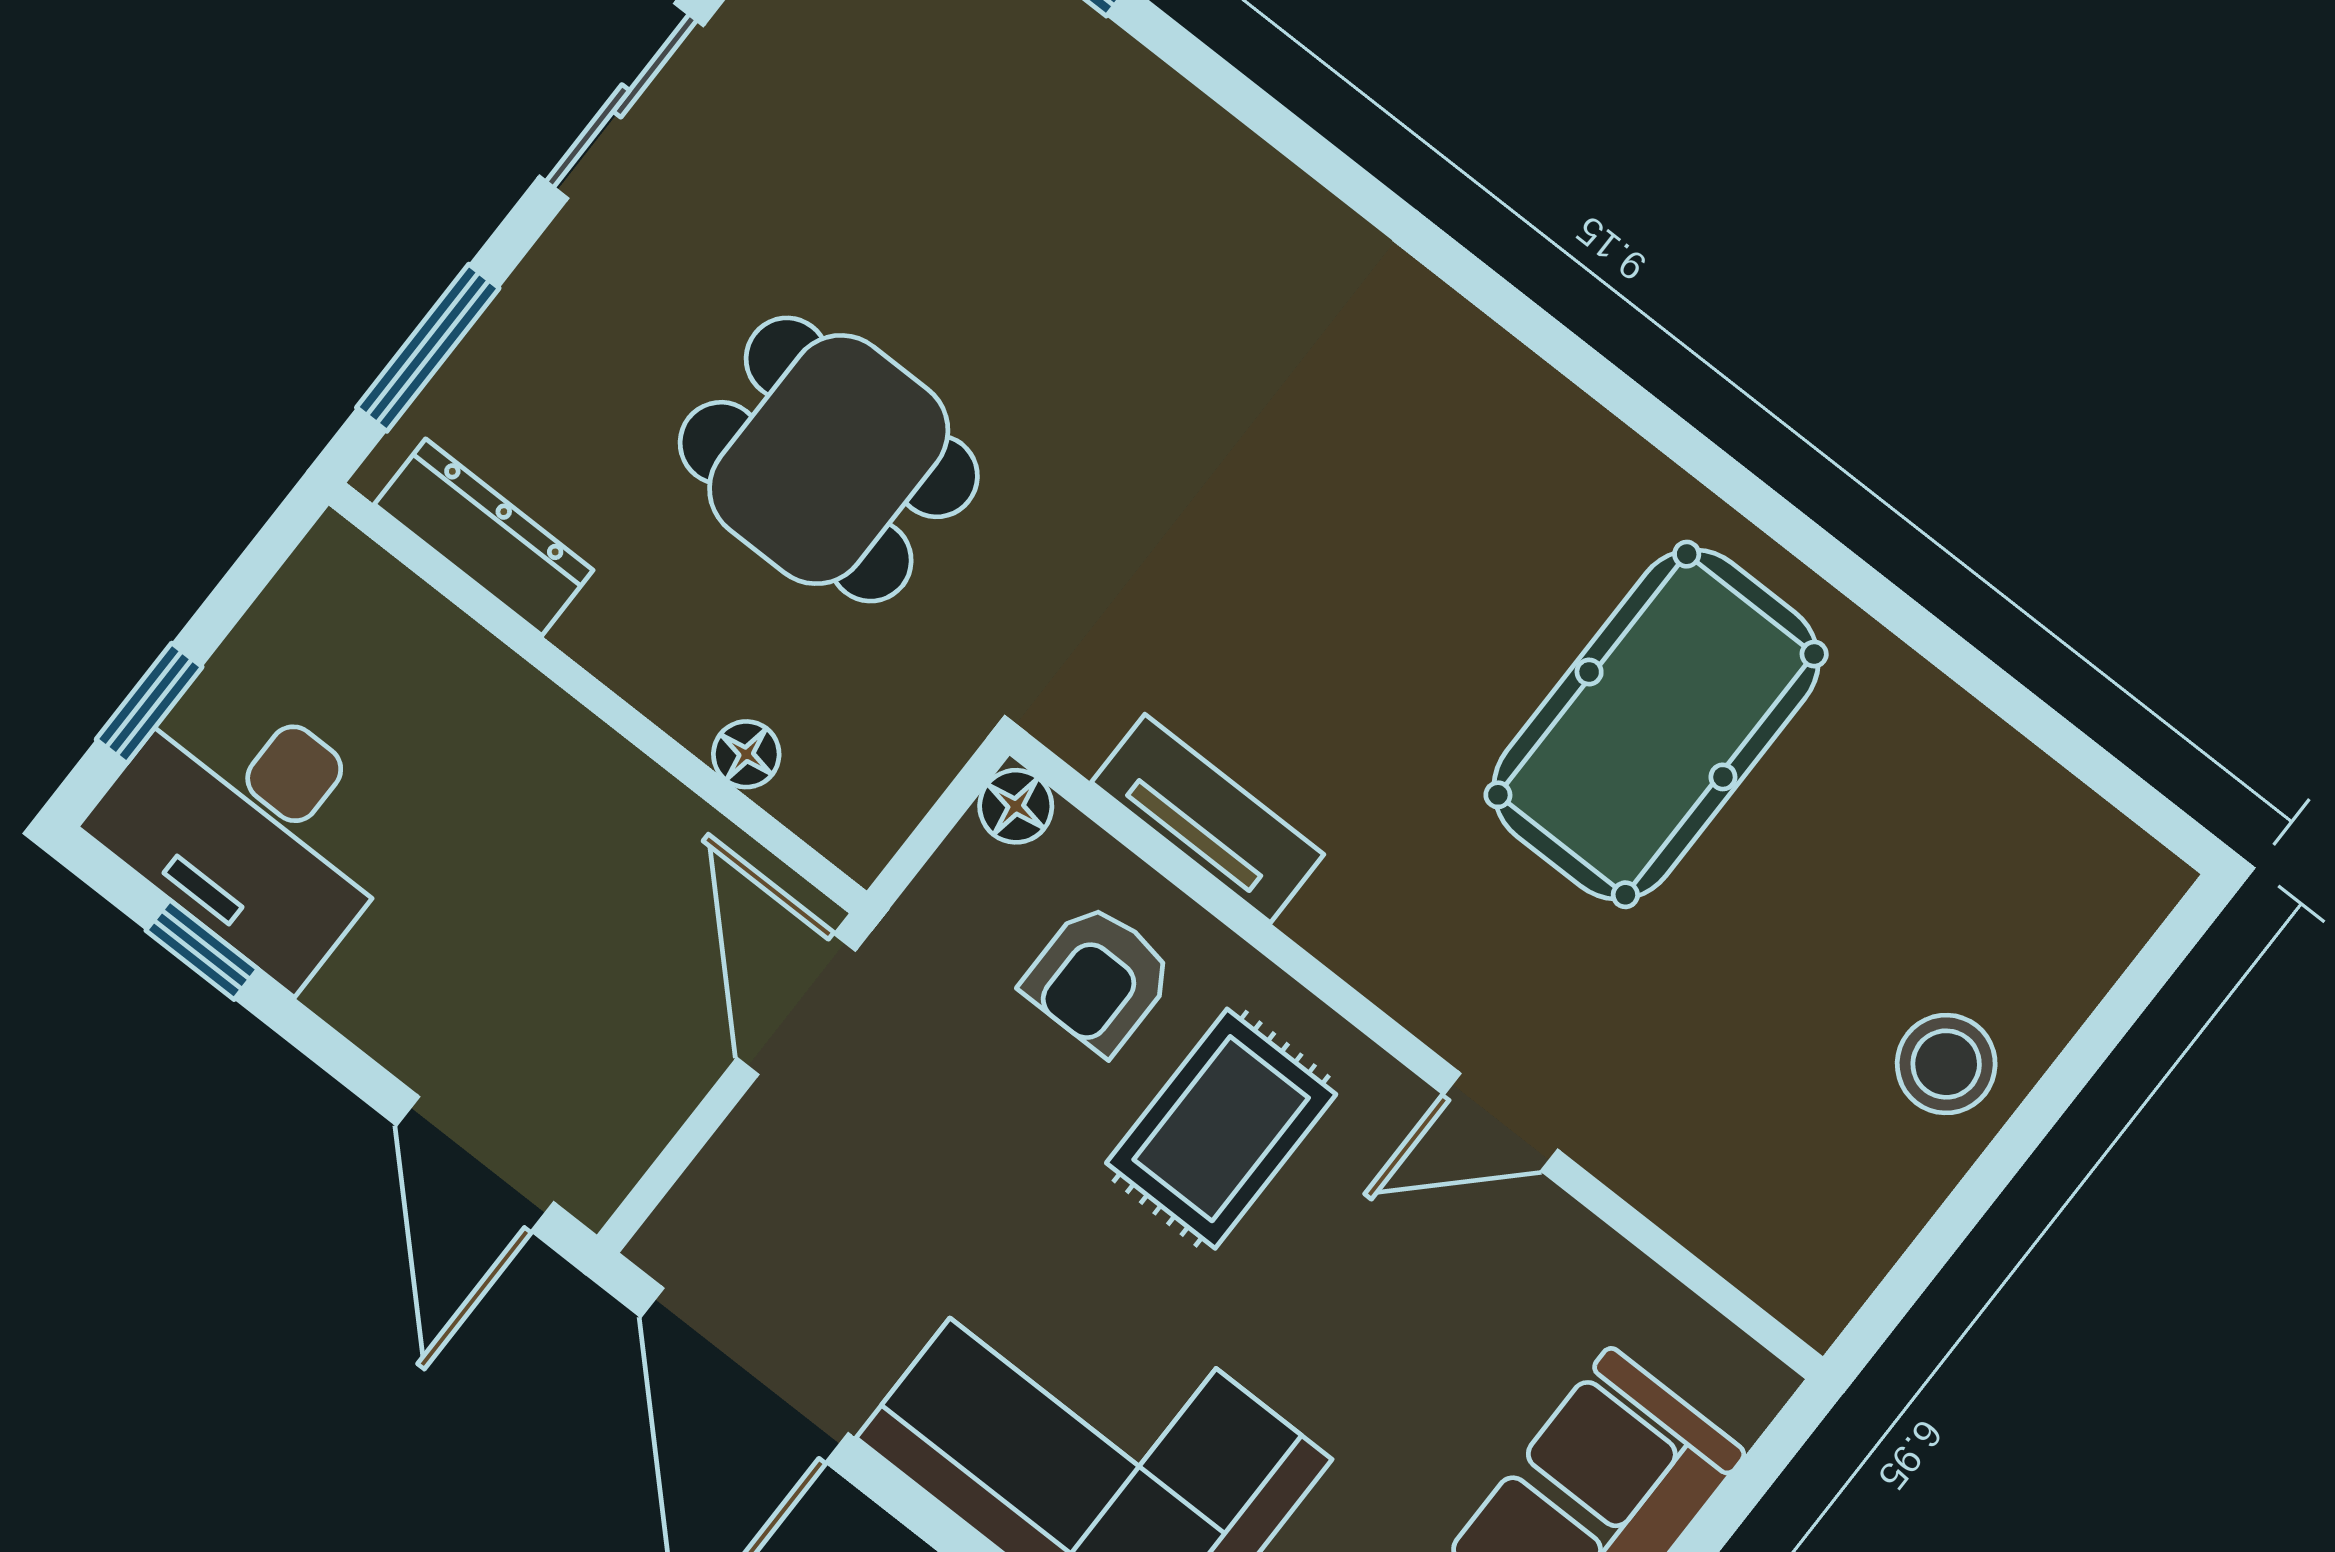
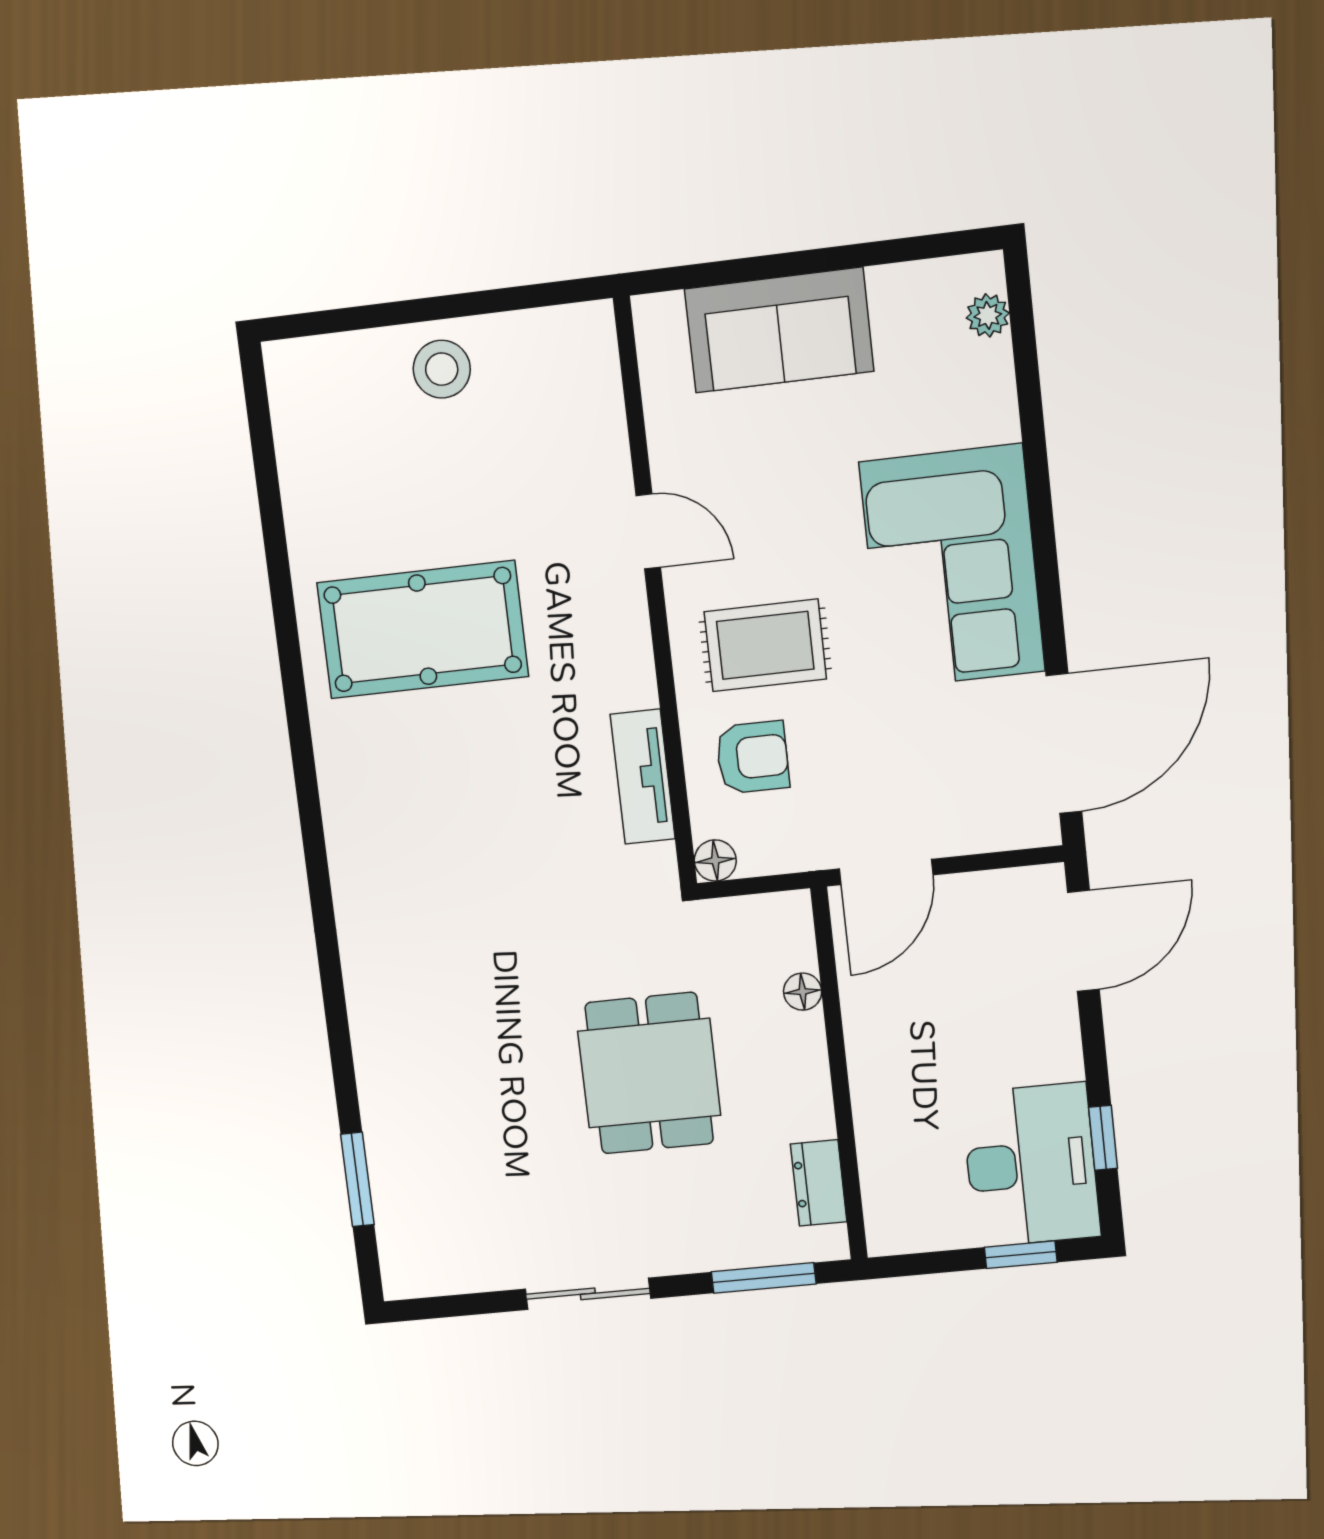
dresser: (484, 537) -> (819, 1183), width x0.70

